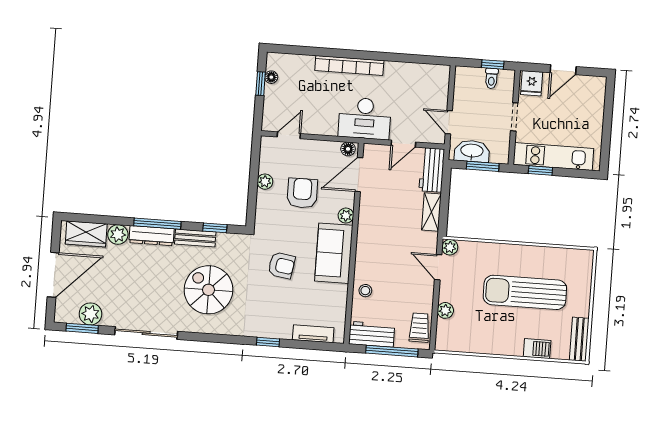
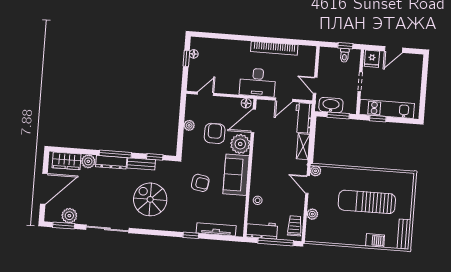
bookcase: (349, 65) -> (274, 48), moved
plant: (346, 216) -> (240, 144), width x1.88, depth x1.88
tv unit: (313, 334) -> (216, 229), width x1.41

